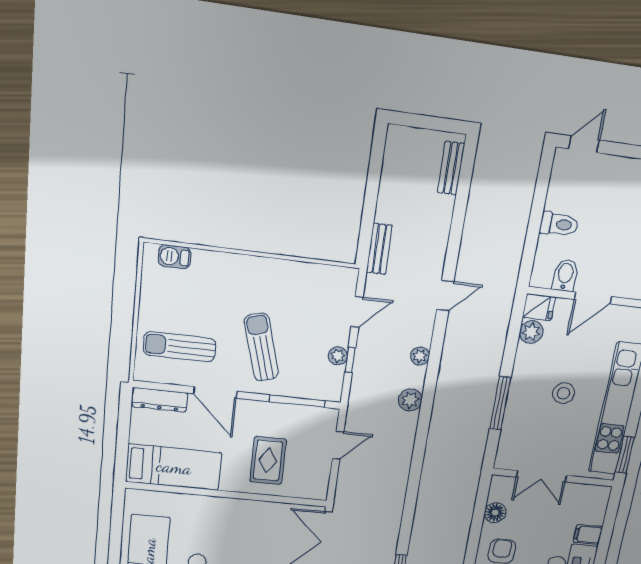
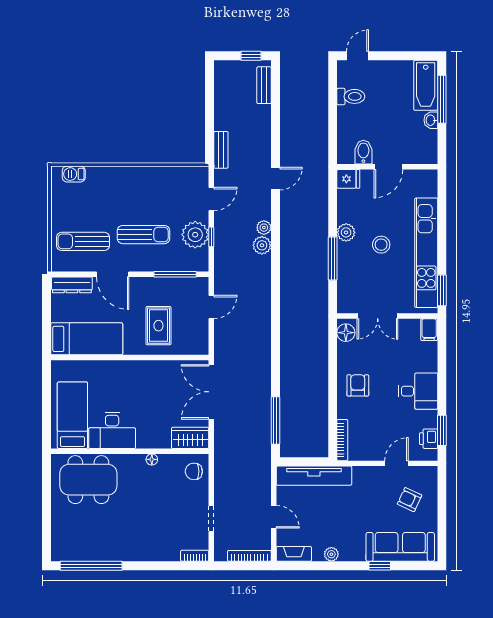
window: (440, 124) -> (251, 56), added
toilet: (559, 224) -> (351, 96), moved
plant: (531, 332) -> (346, 232), moved
sun lounger: (261, 347) -> (143, 235), turned 106
plant: (338, 356) -> (195, 235), width x1.88, depth x1.88
plant: (410, 400) -> (262, 245), moved
floor lamp: (495, 513) -> (346, 333), moved
filing cabinet: (588, 535) -> (429, 330), moved, turned -90

